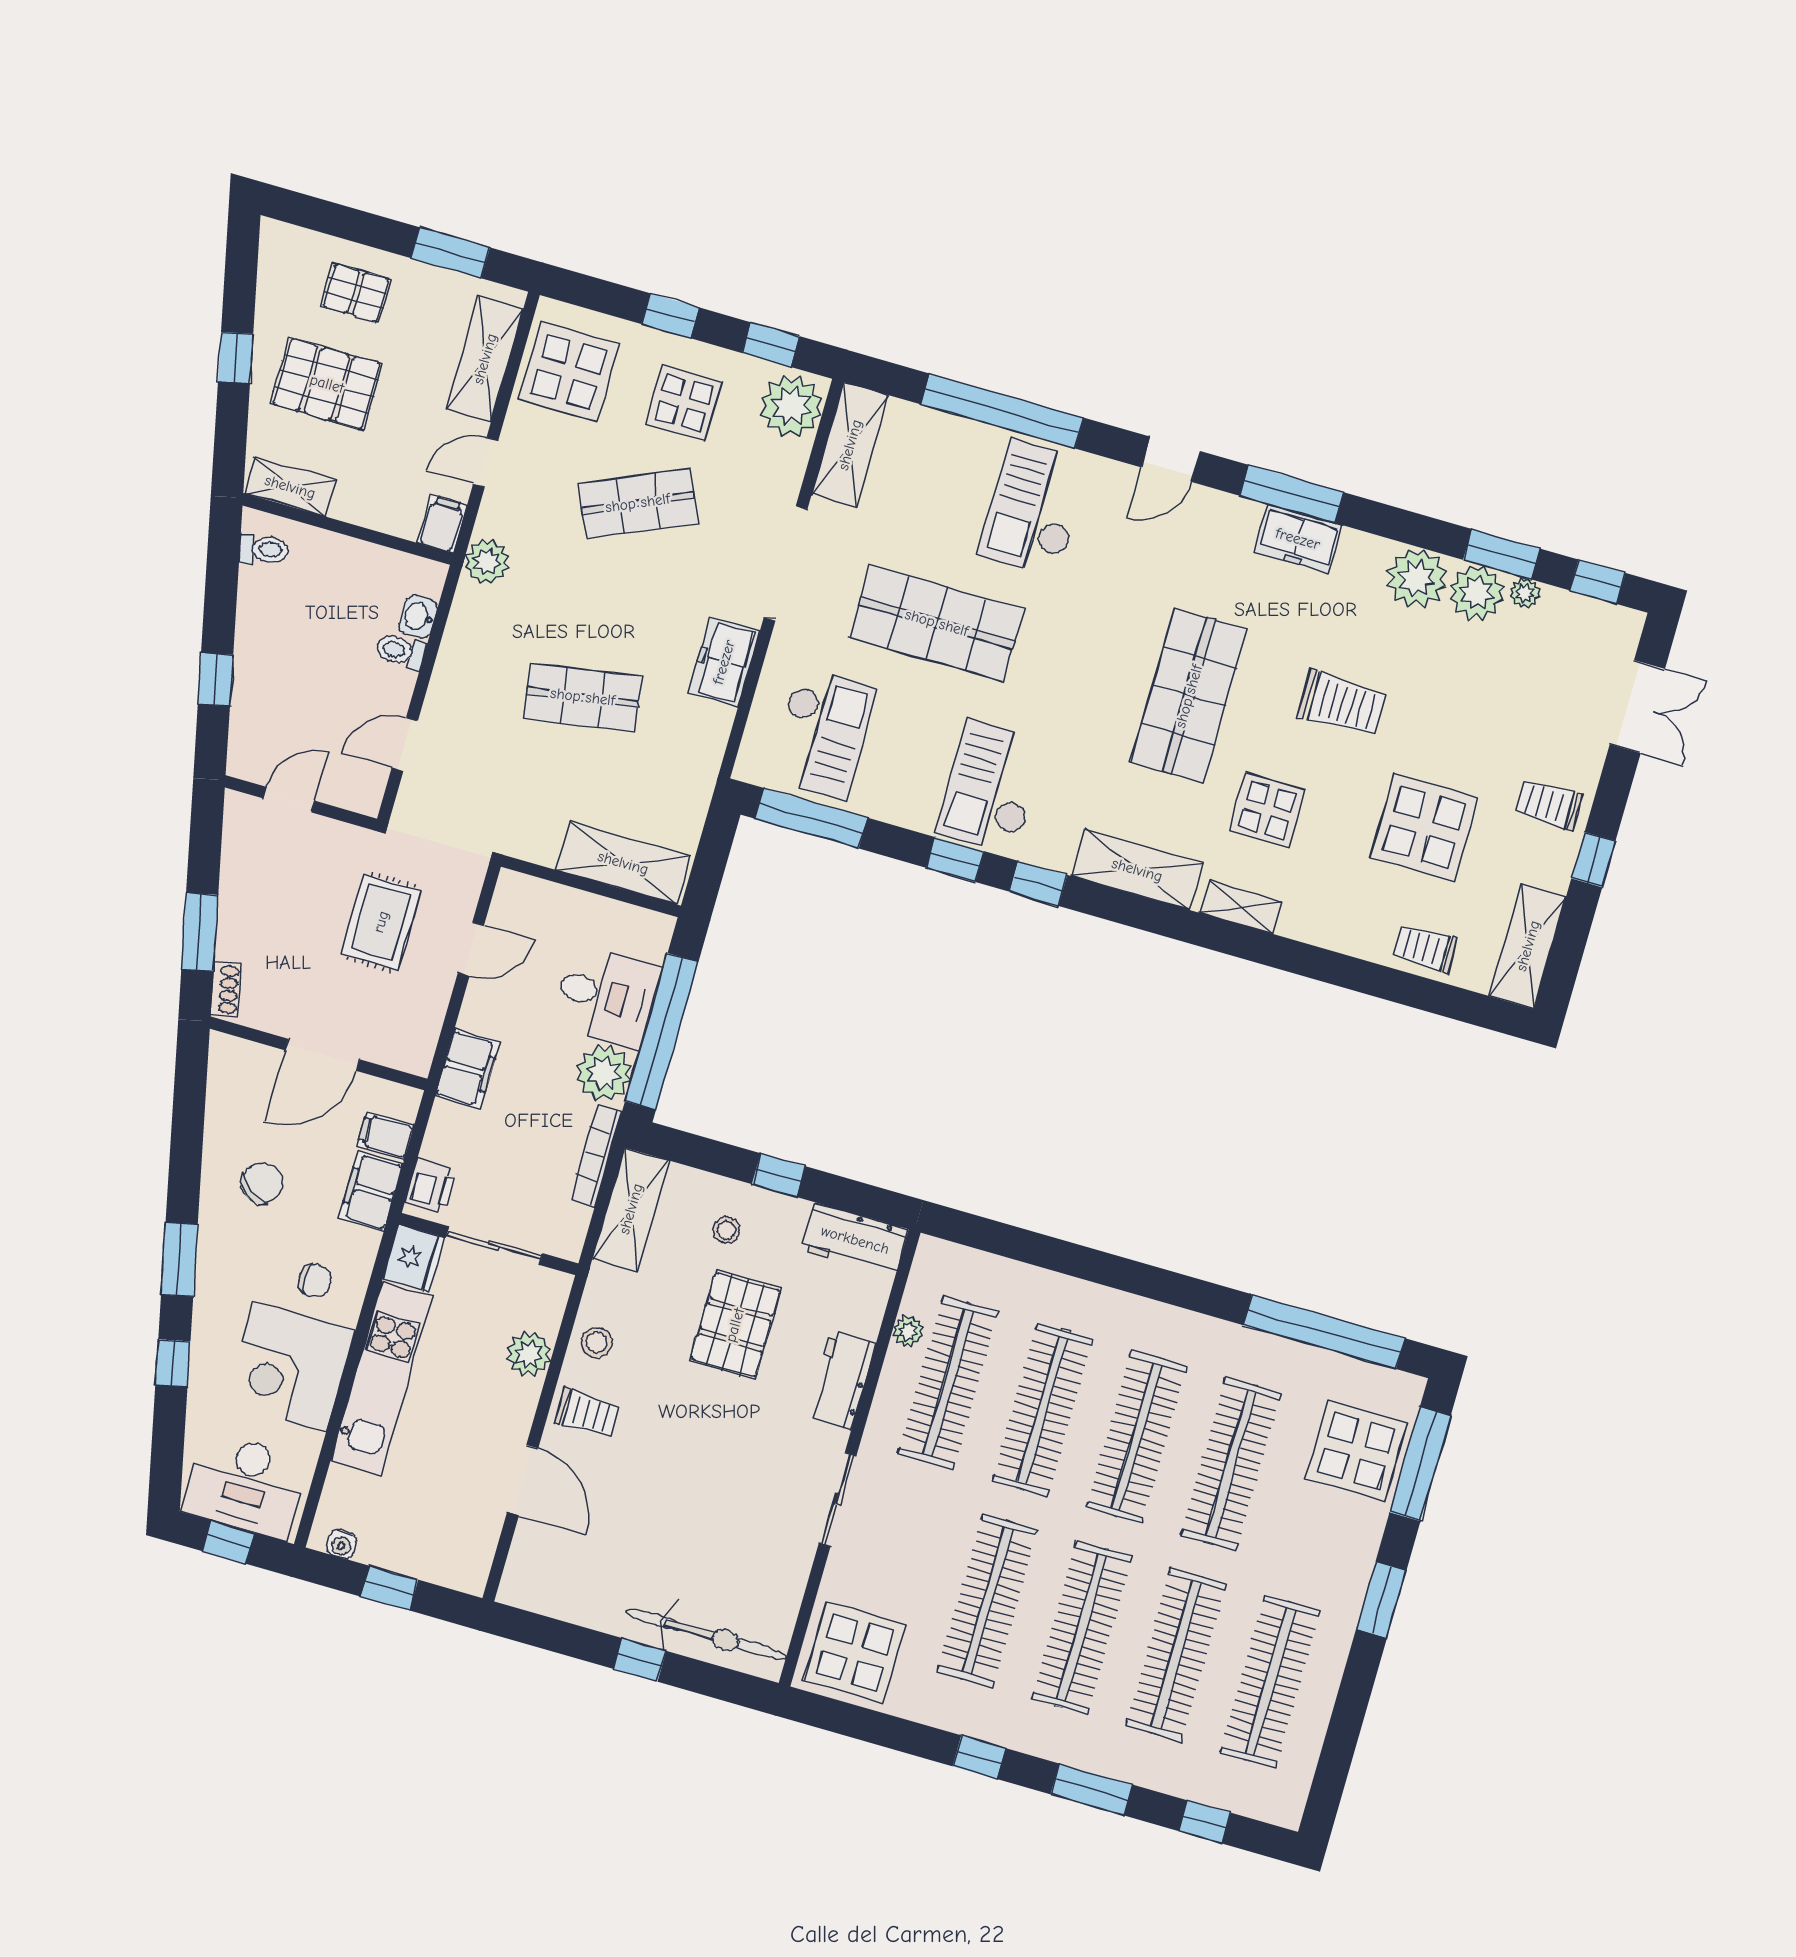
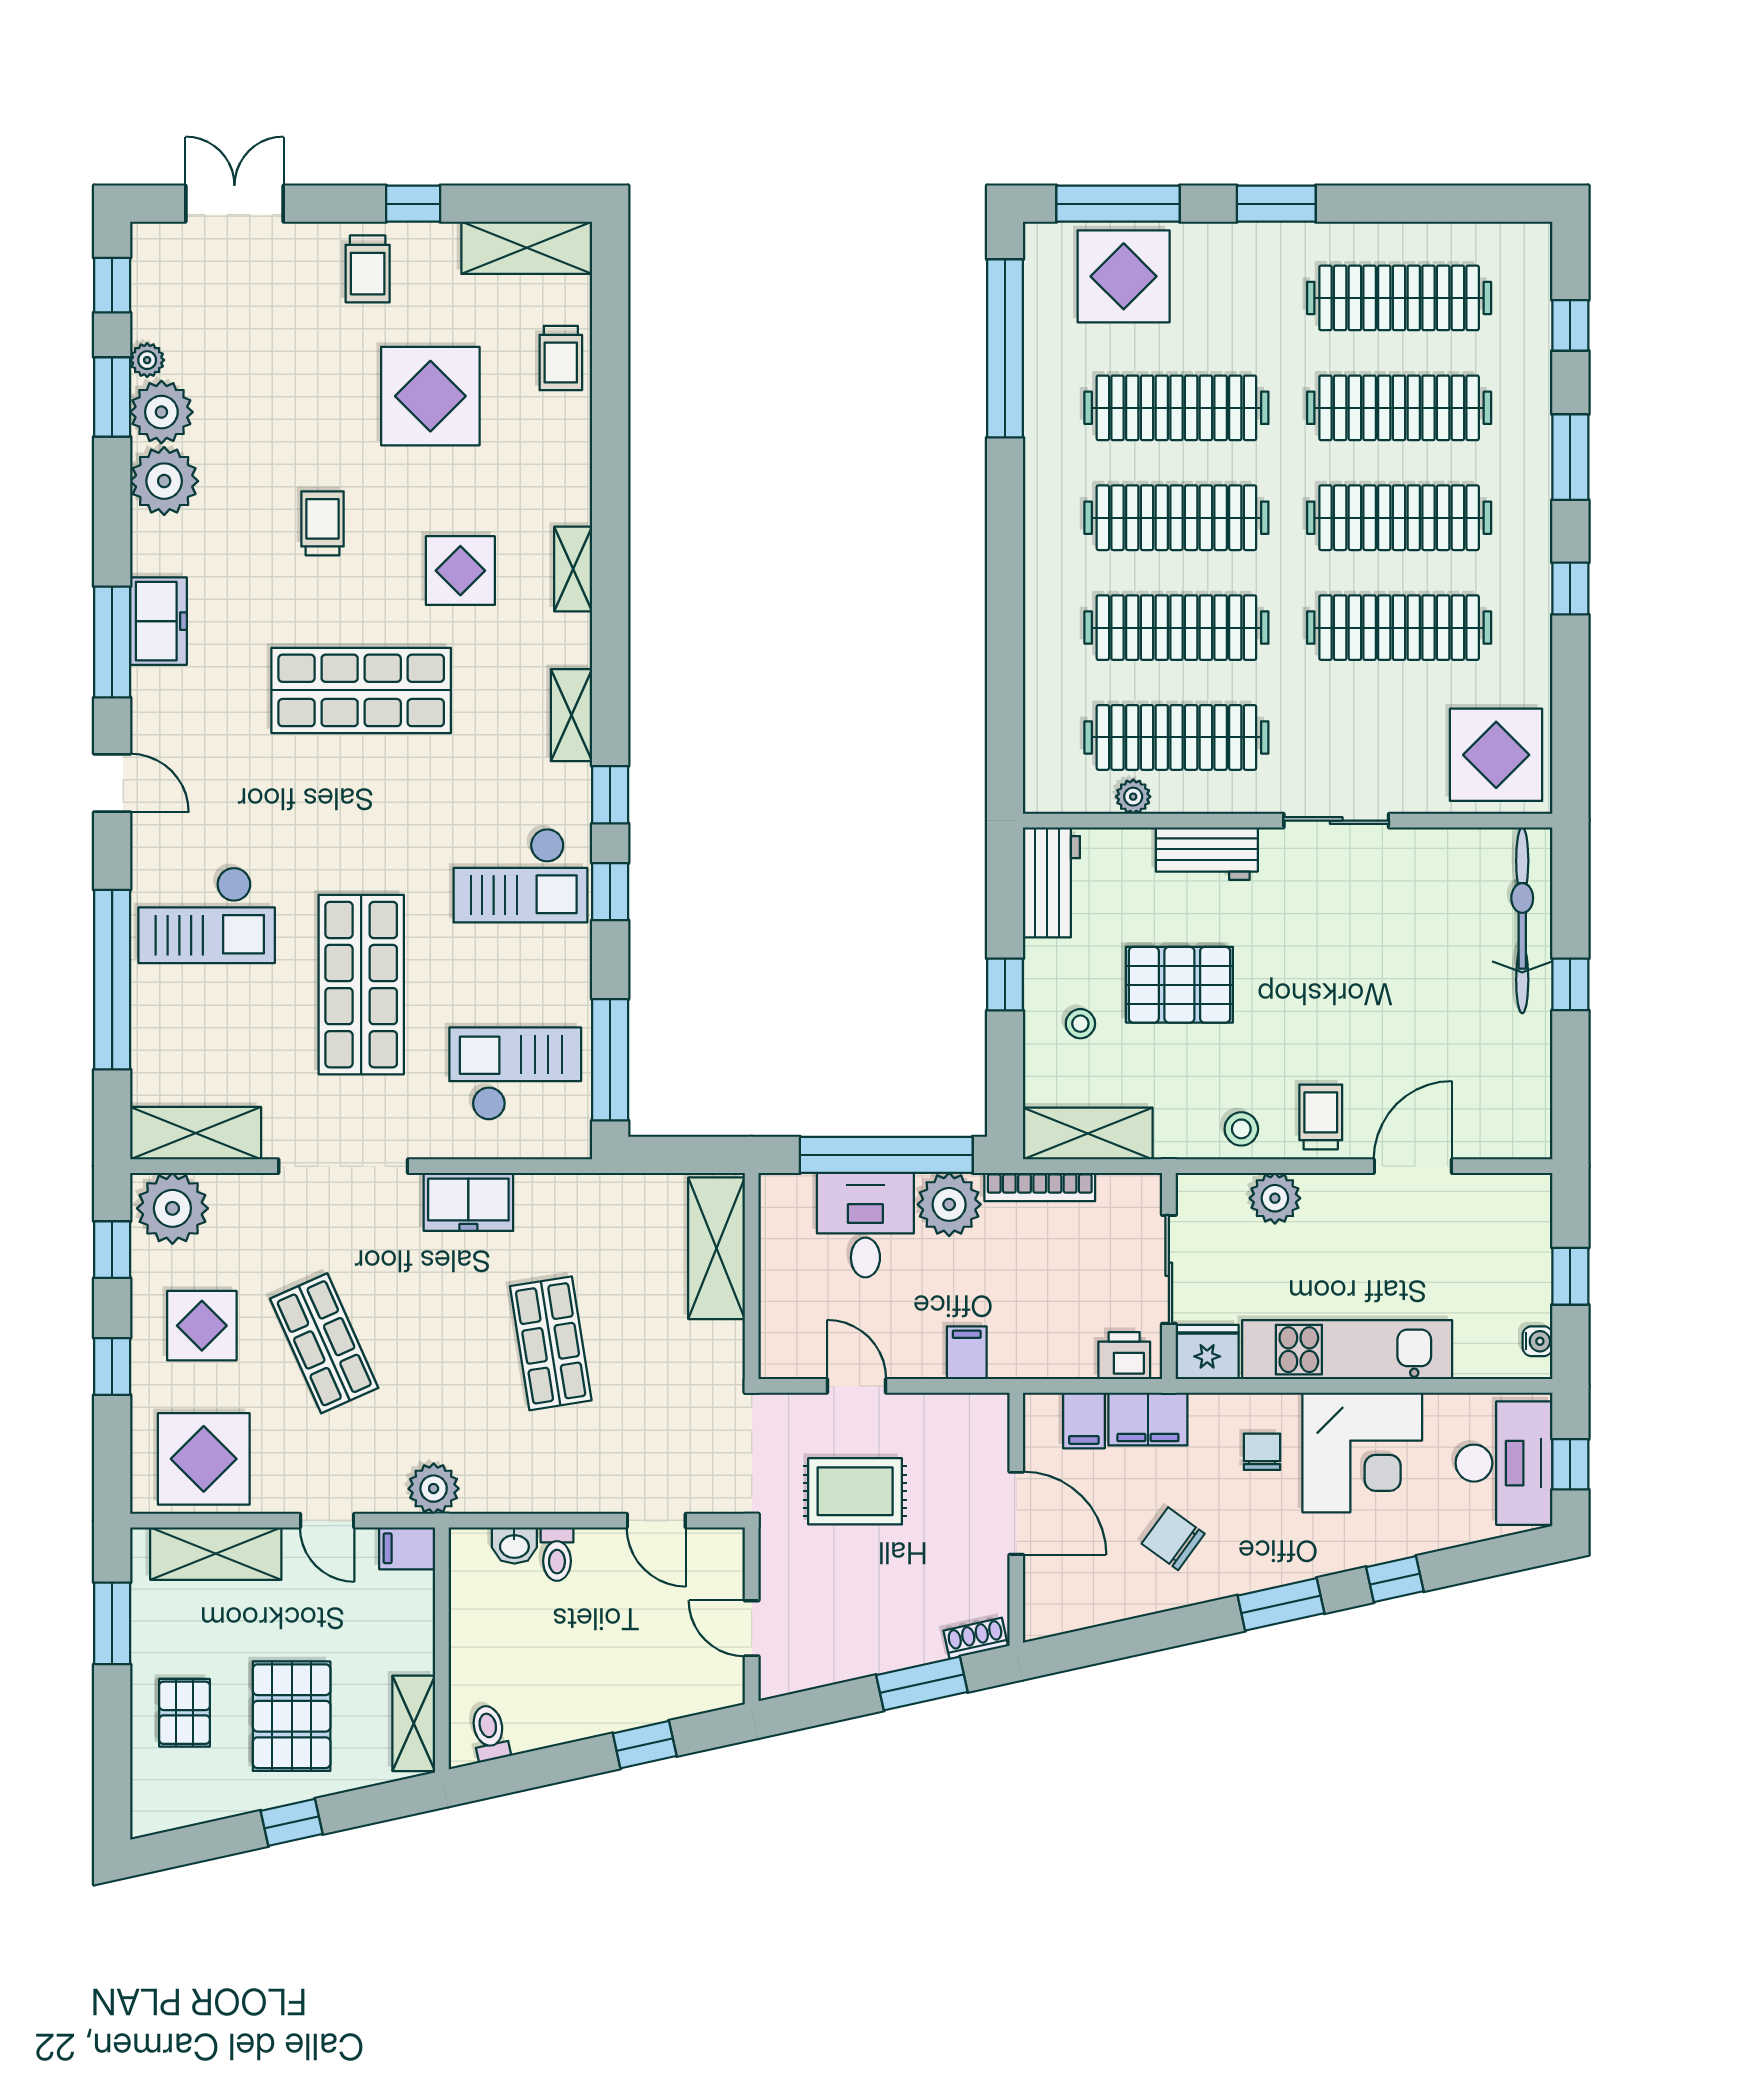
trolley: (1342, 703) -> (323, 523), width x0.73, depth x0.72
shelving: (1137, 870) -> (572, 715), width x0.67, depth x0.75
filing cabinet: (467, 1069) -> (967, 1353), width x0.50

